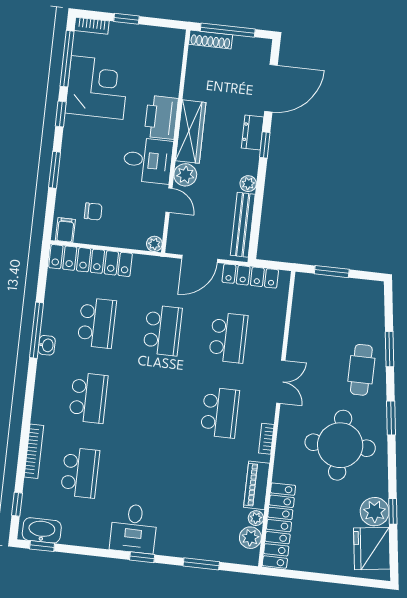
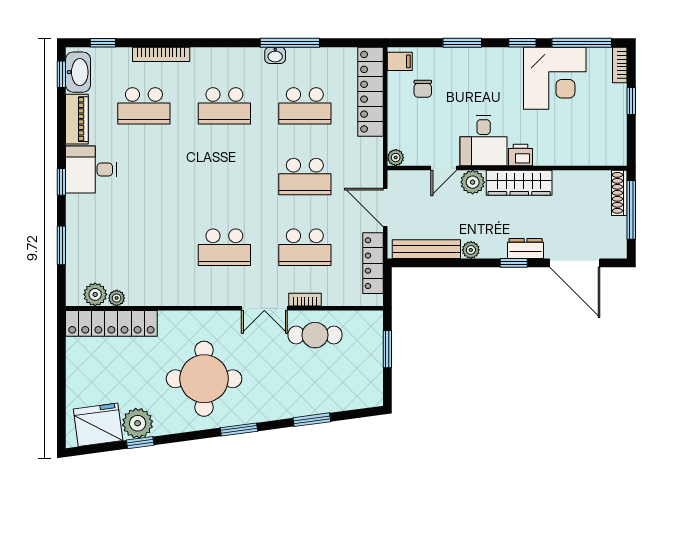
printer: (161, 117) -> (520, 155), width x0.53, depth x0.68
cafe table: (361, 370) -> (315, 335), moved
bookcase: (266, 439) -> (305, 300), moved
piano: (257, 485) -> (77, 119), moved, turned 90

